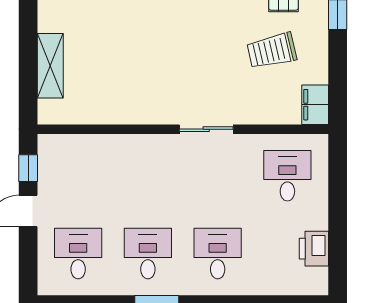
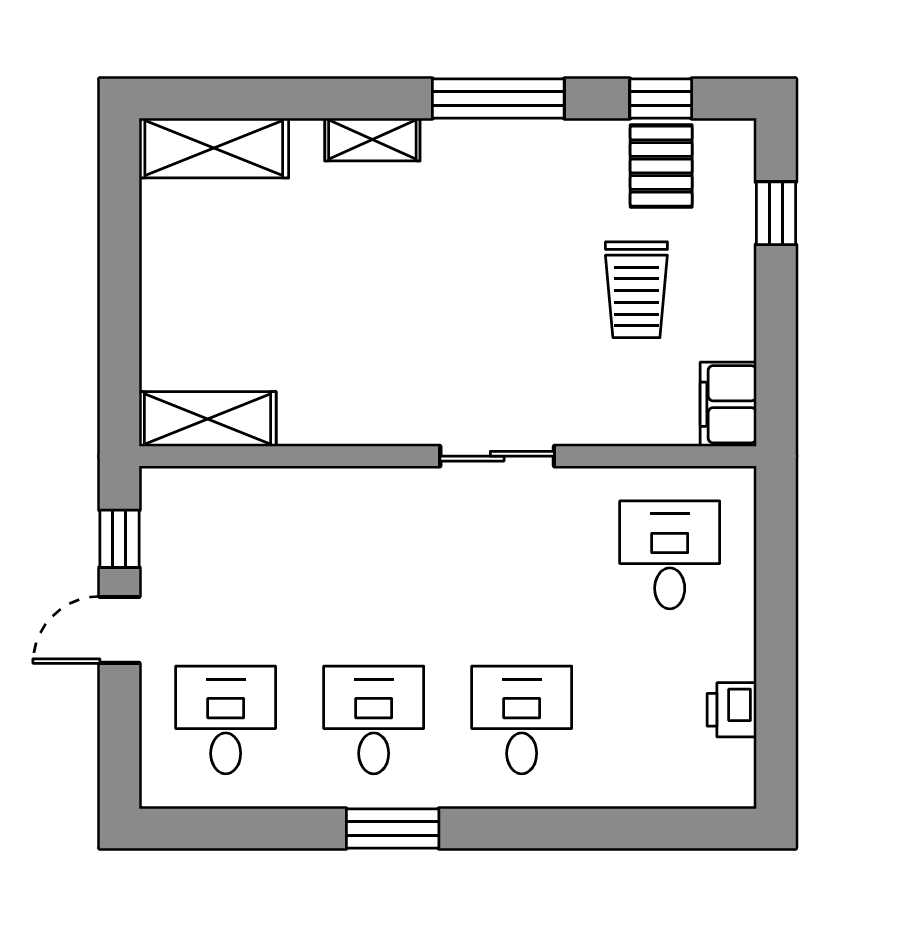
trolley: (272, 51) -> (636, 290), turned -77
shelving: (50, 66) -> (208, 419), moved, turned 90
printer: (314, 249) -> (732, 710), width x0.73, depth x0.81

